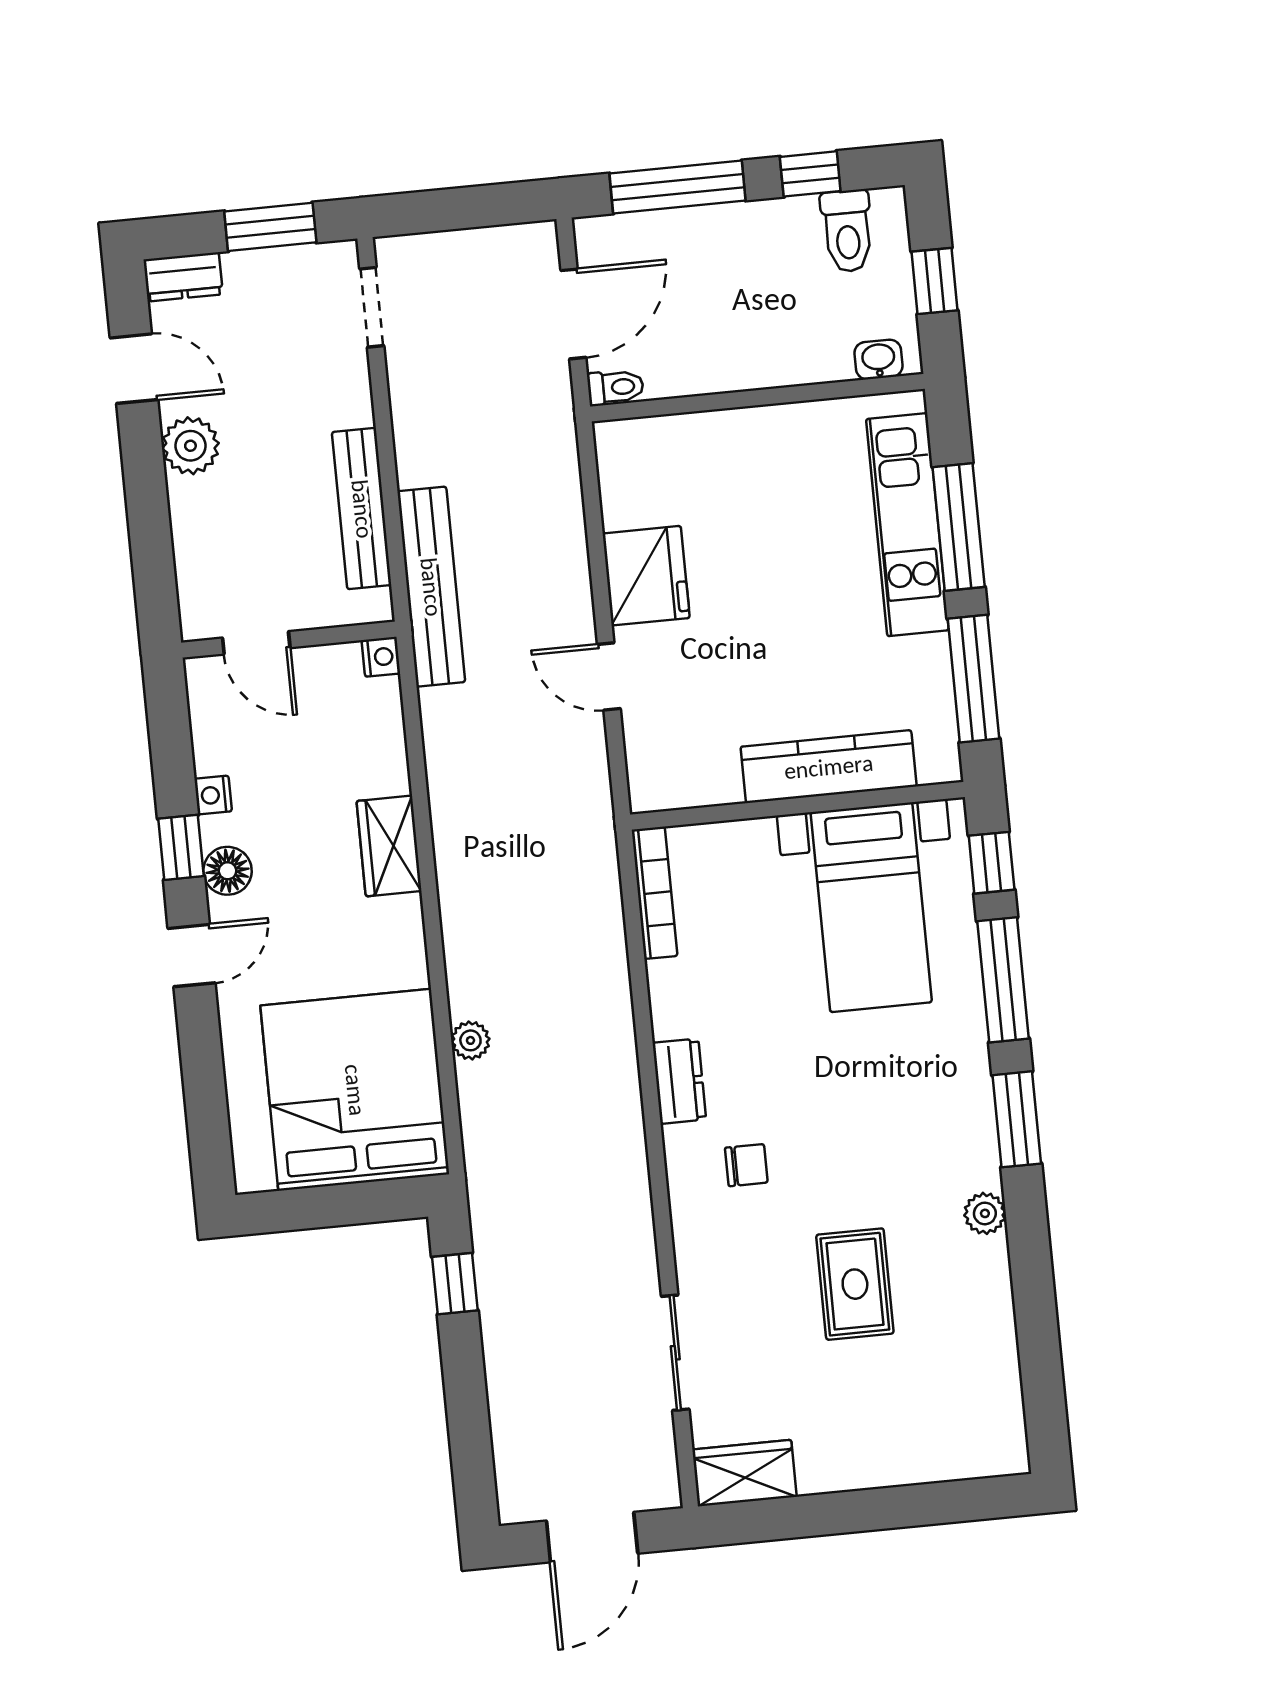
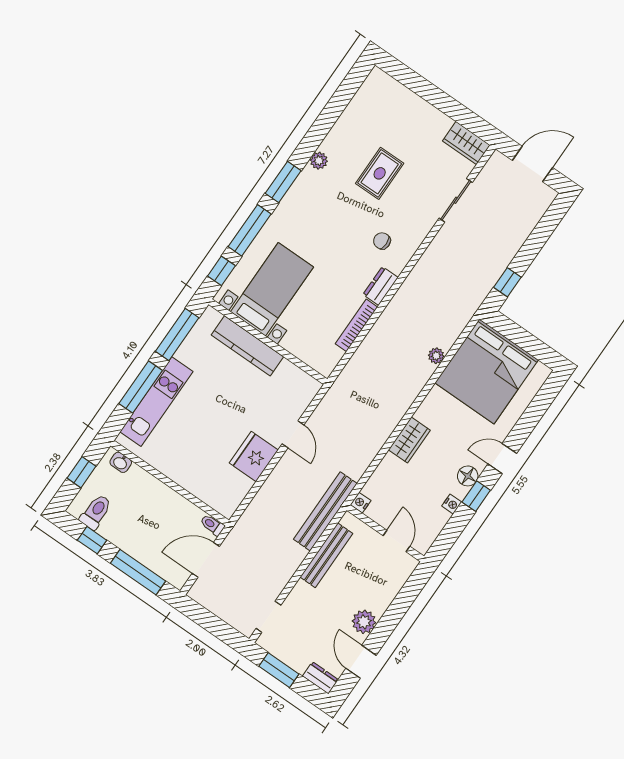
bookcase: (654, 893) -> (356, 325), moved

